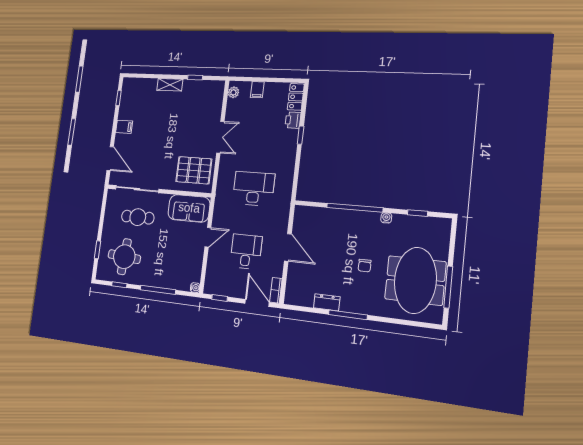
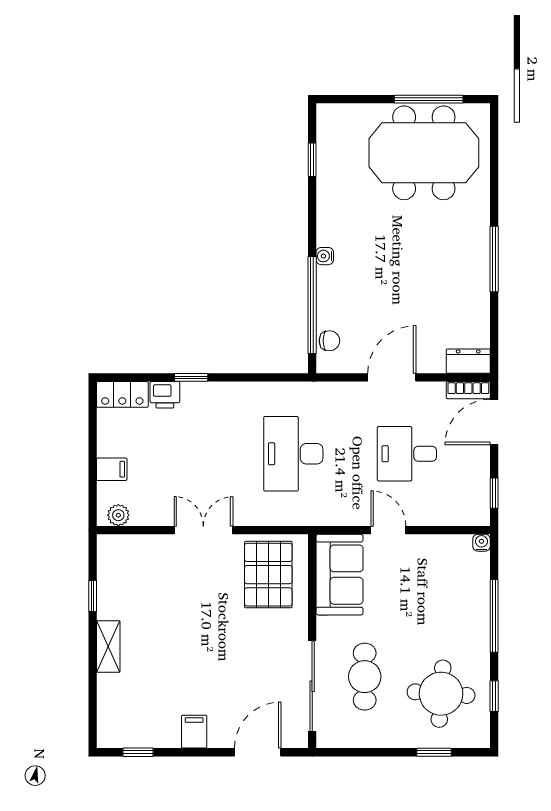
window: (355, 208) -> (312, 305), moved
water cooler: (386, 218) -> (325, 256), moved
chair: (365, 266) -> (329, 341), moved
dresser: (327, 302) -> (468, 361), moved, turned 90

